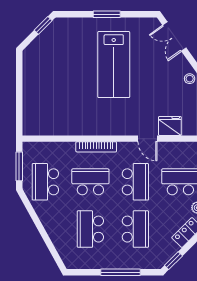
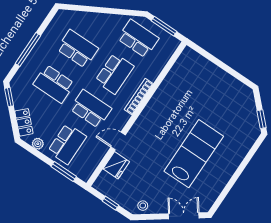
window: (107, 14) -> (237, 175), removed
lab bench: (114, 65) -> (194, 154), turned 90
school desk: (135, 182) -> (91, 109), turned 180

